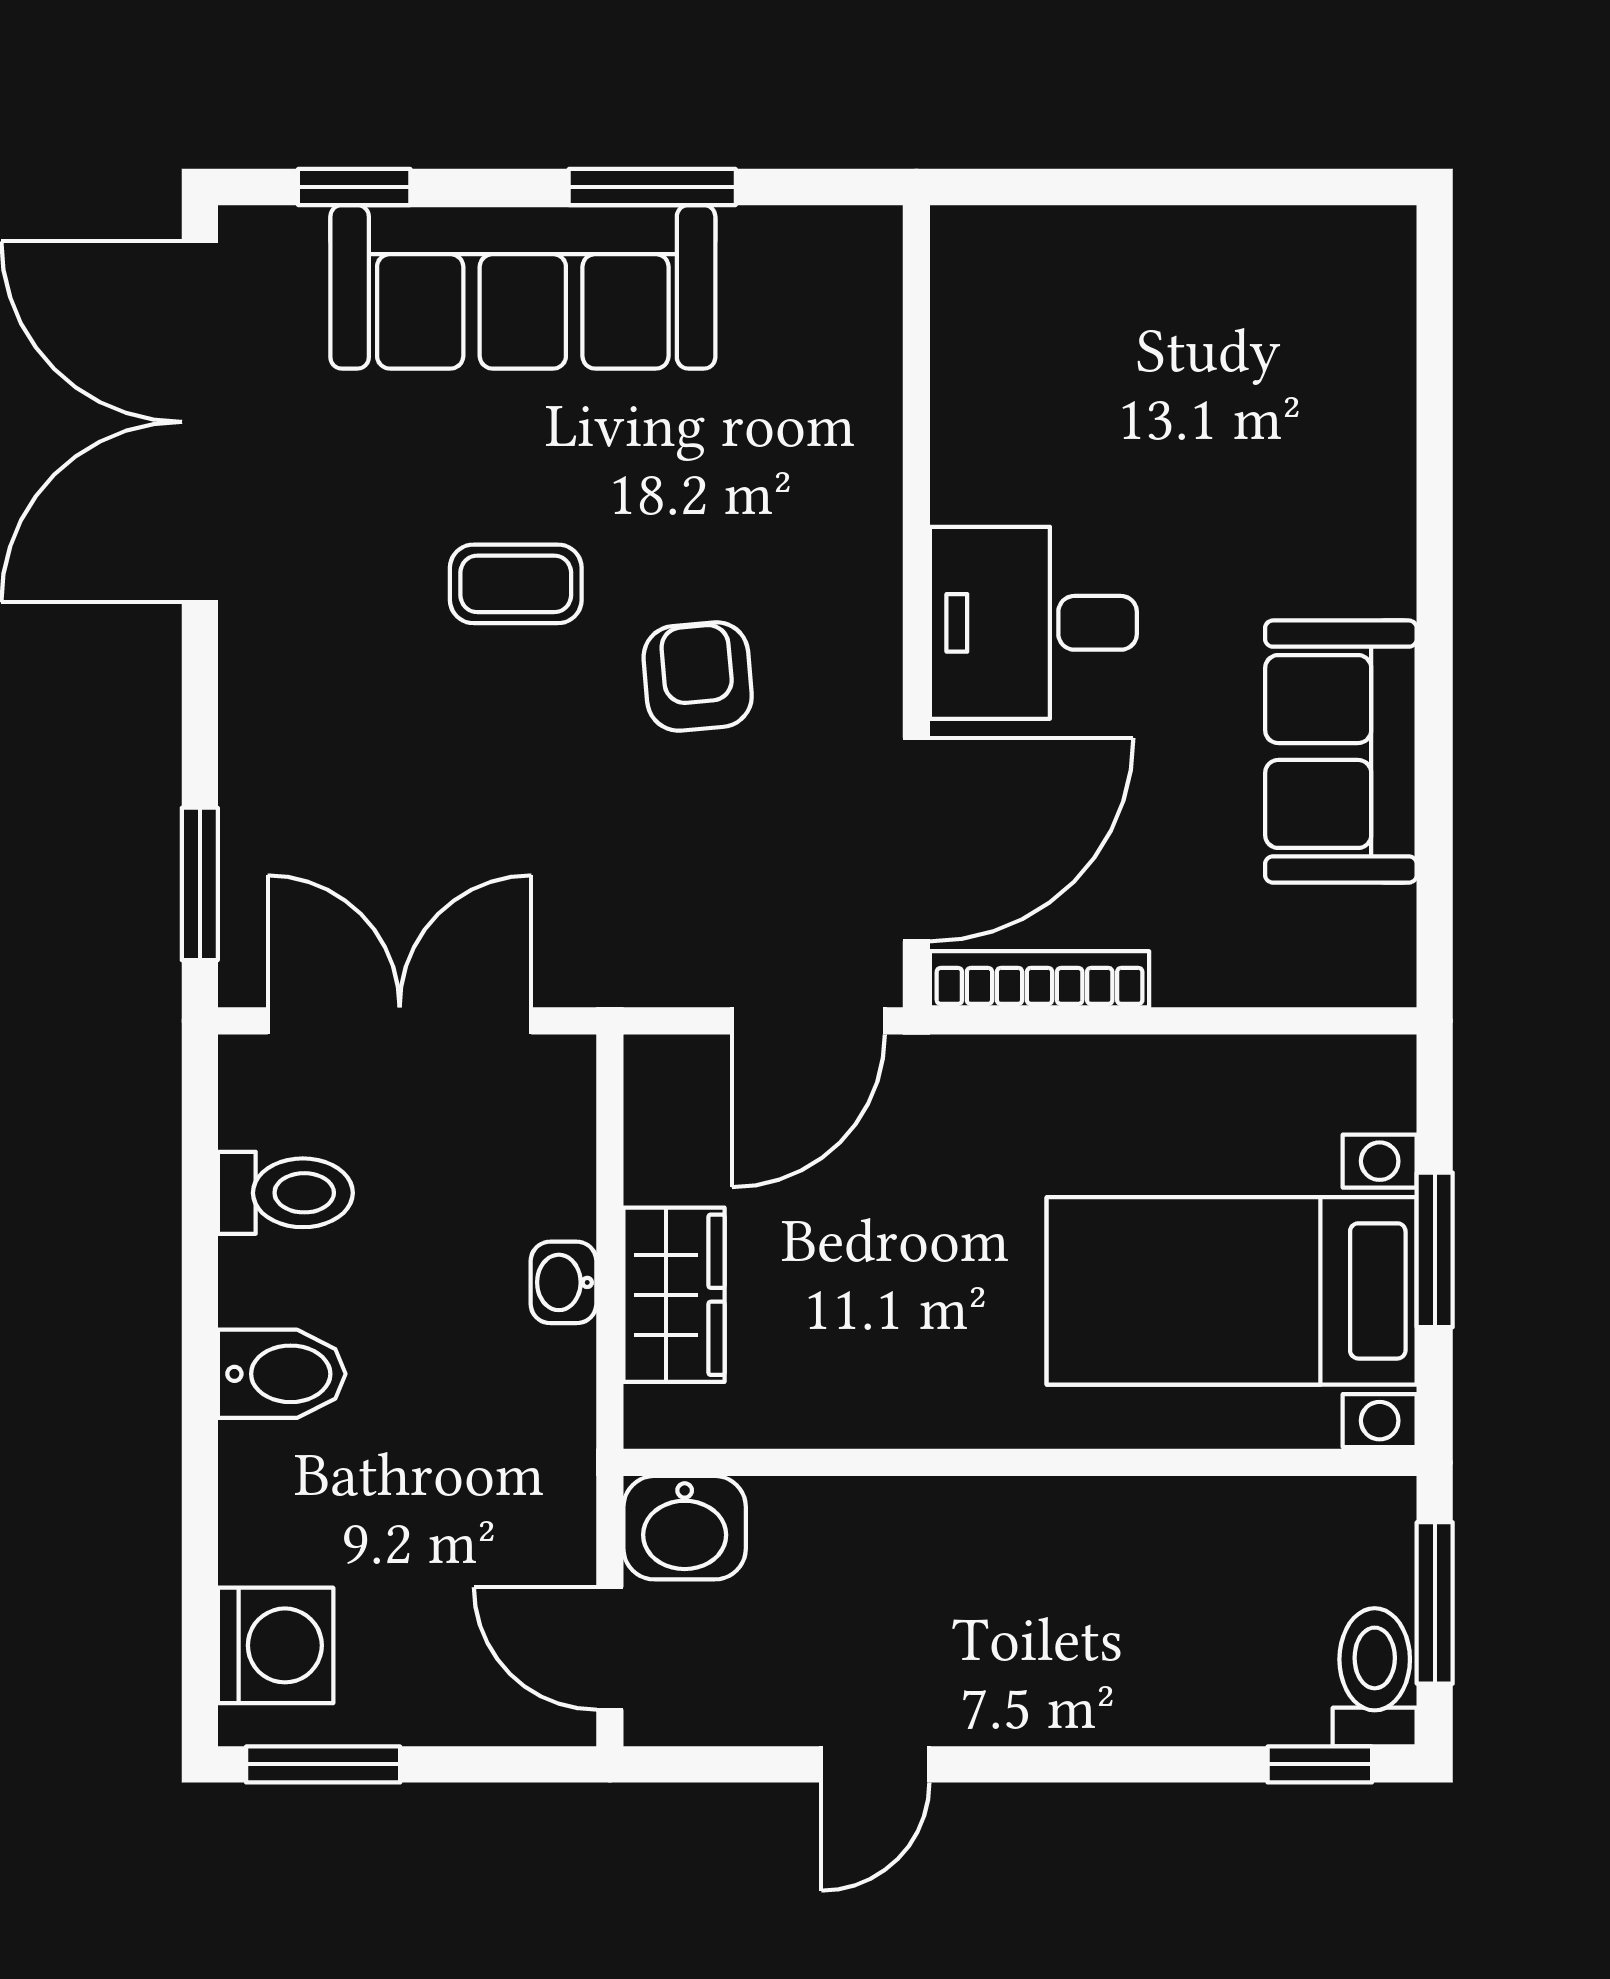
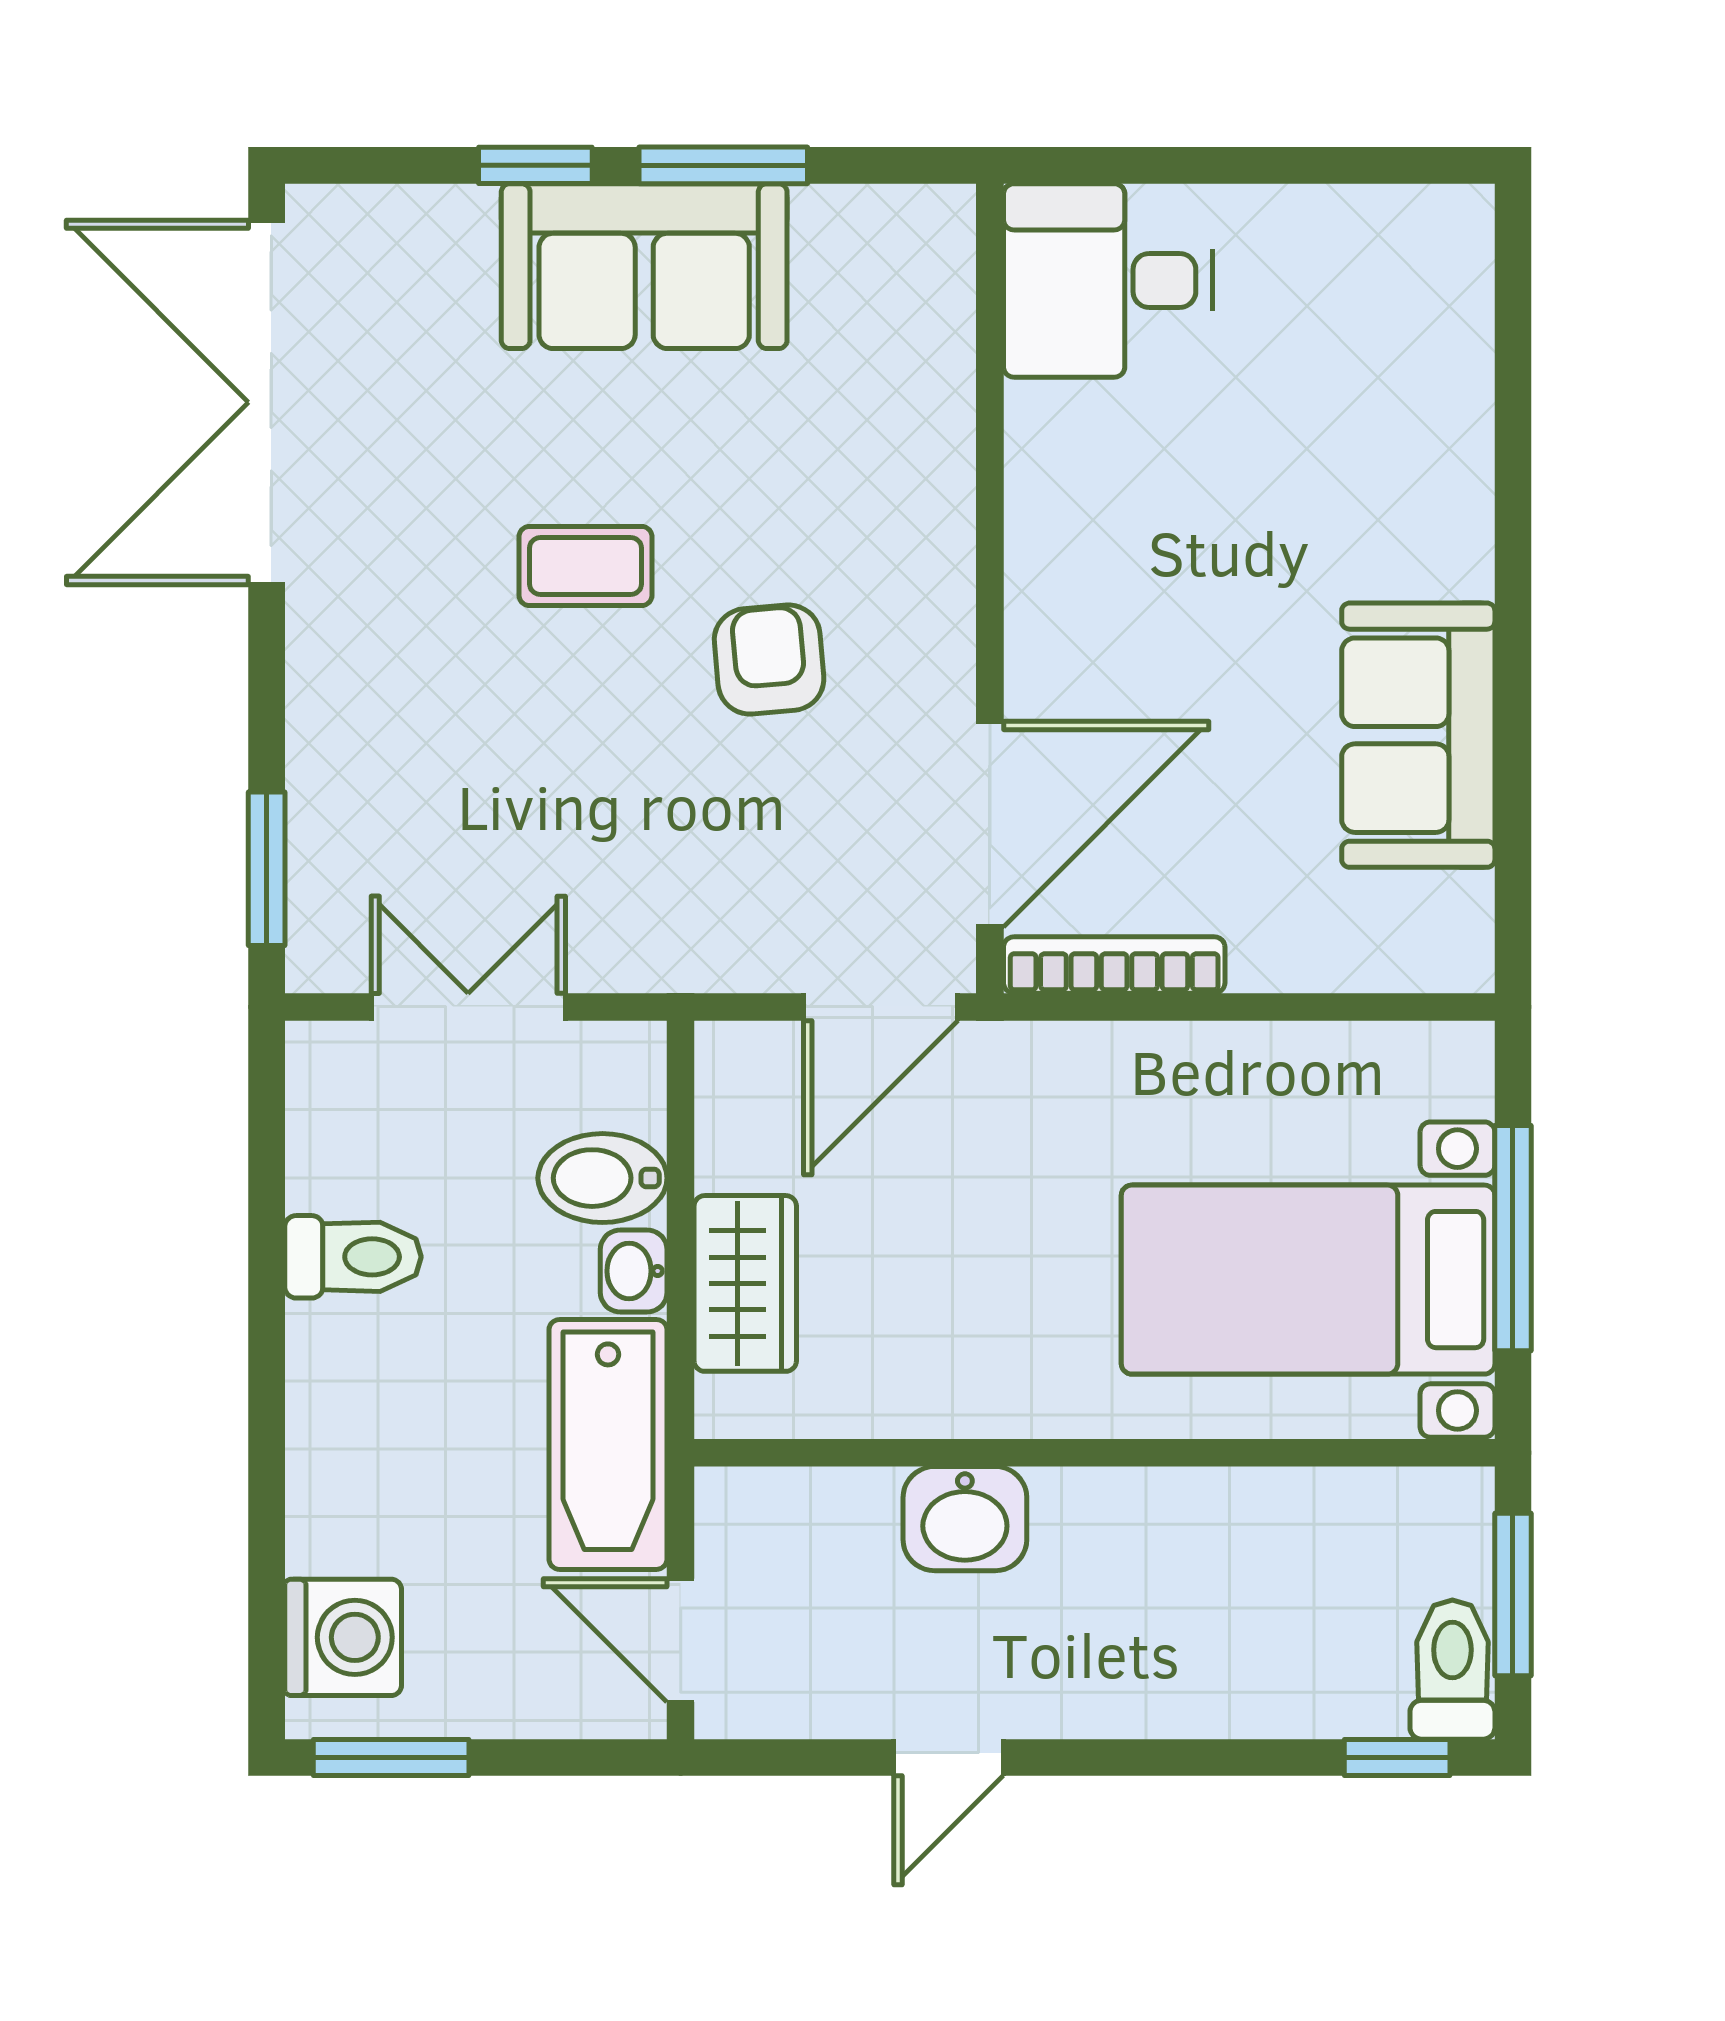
window: (354, 187) -> (535, 165), moved
sofa: (523, 287) -> (644, 266), width x0.73
desk: (1033, 623) -> (1108, 280), moved
double door: (400, 1021) -> (468, 1007), width x0.73
toilet: (285, 1193) -> (353, 1257), moved
window: (1435, 1250) -> (1513, 1238), width x1.44
bidet: (282, 1374) -> (602, 1178), moved, turned 180
bathtub: (538, 1454) -> (608, 1444), added
washbasin: (685, 1528) -> (965, 1519), moved

